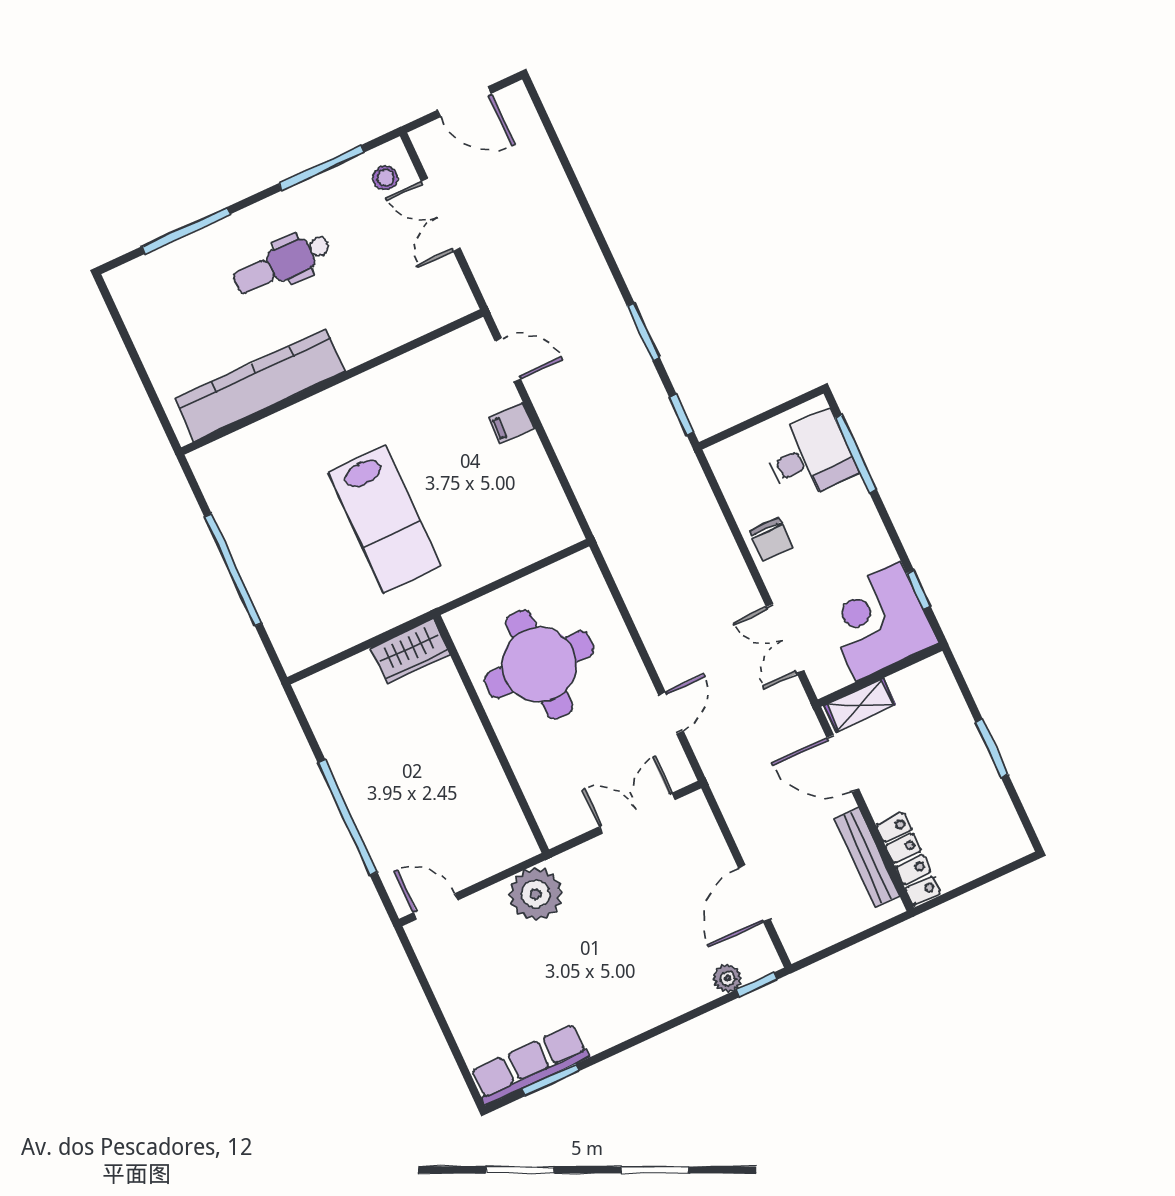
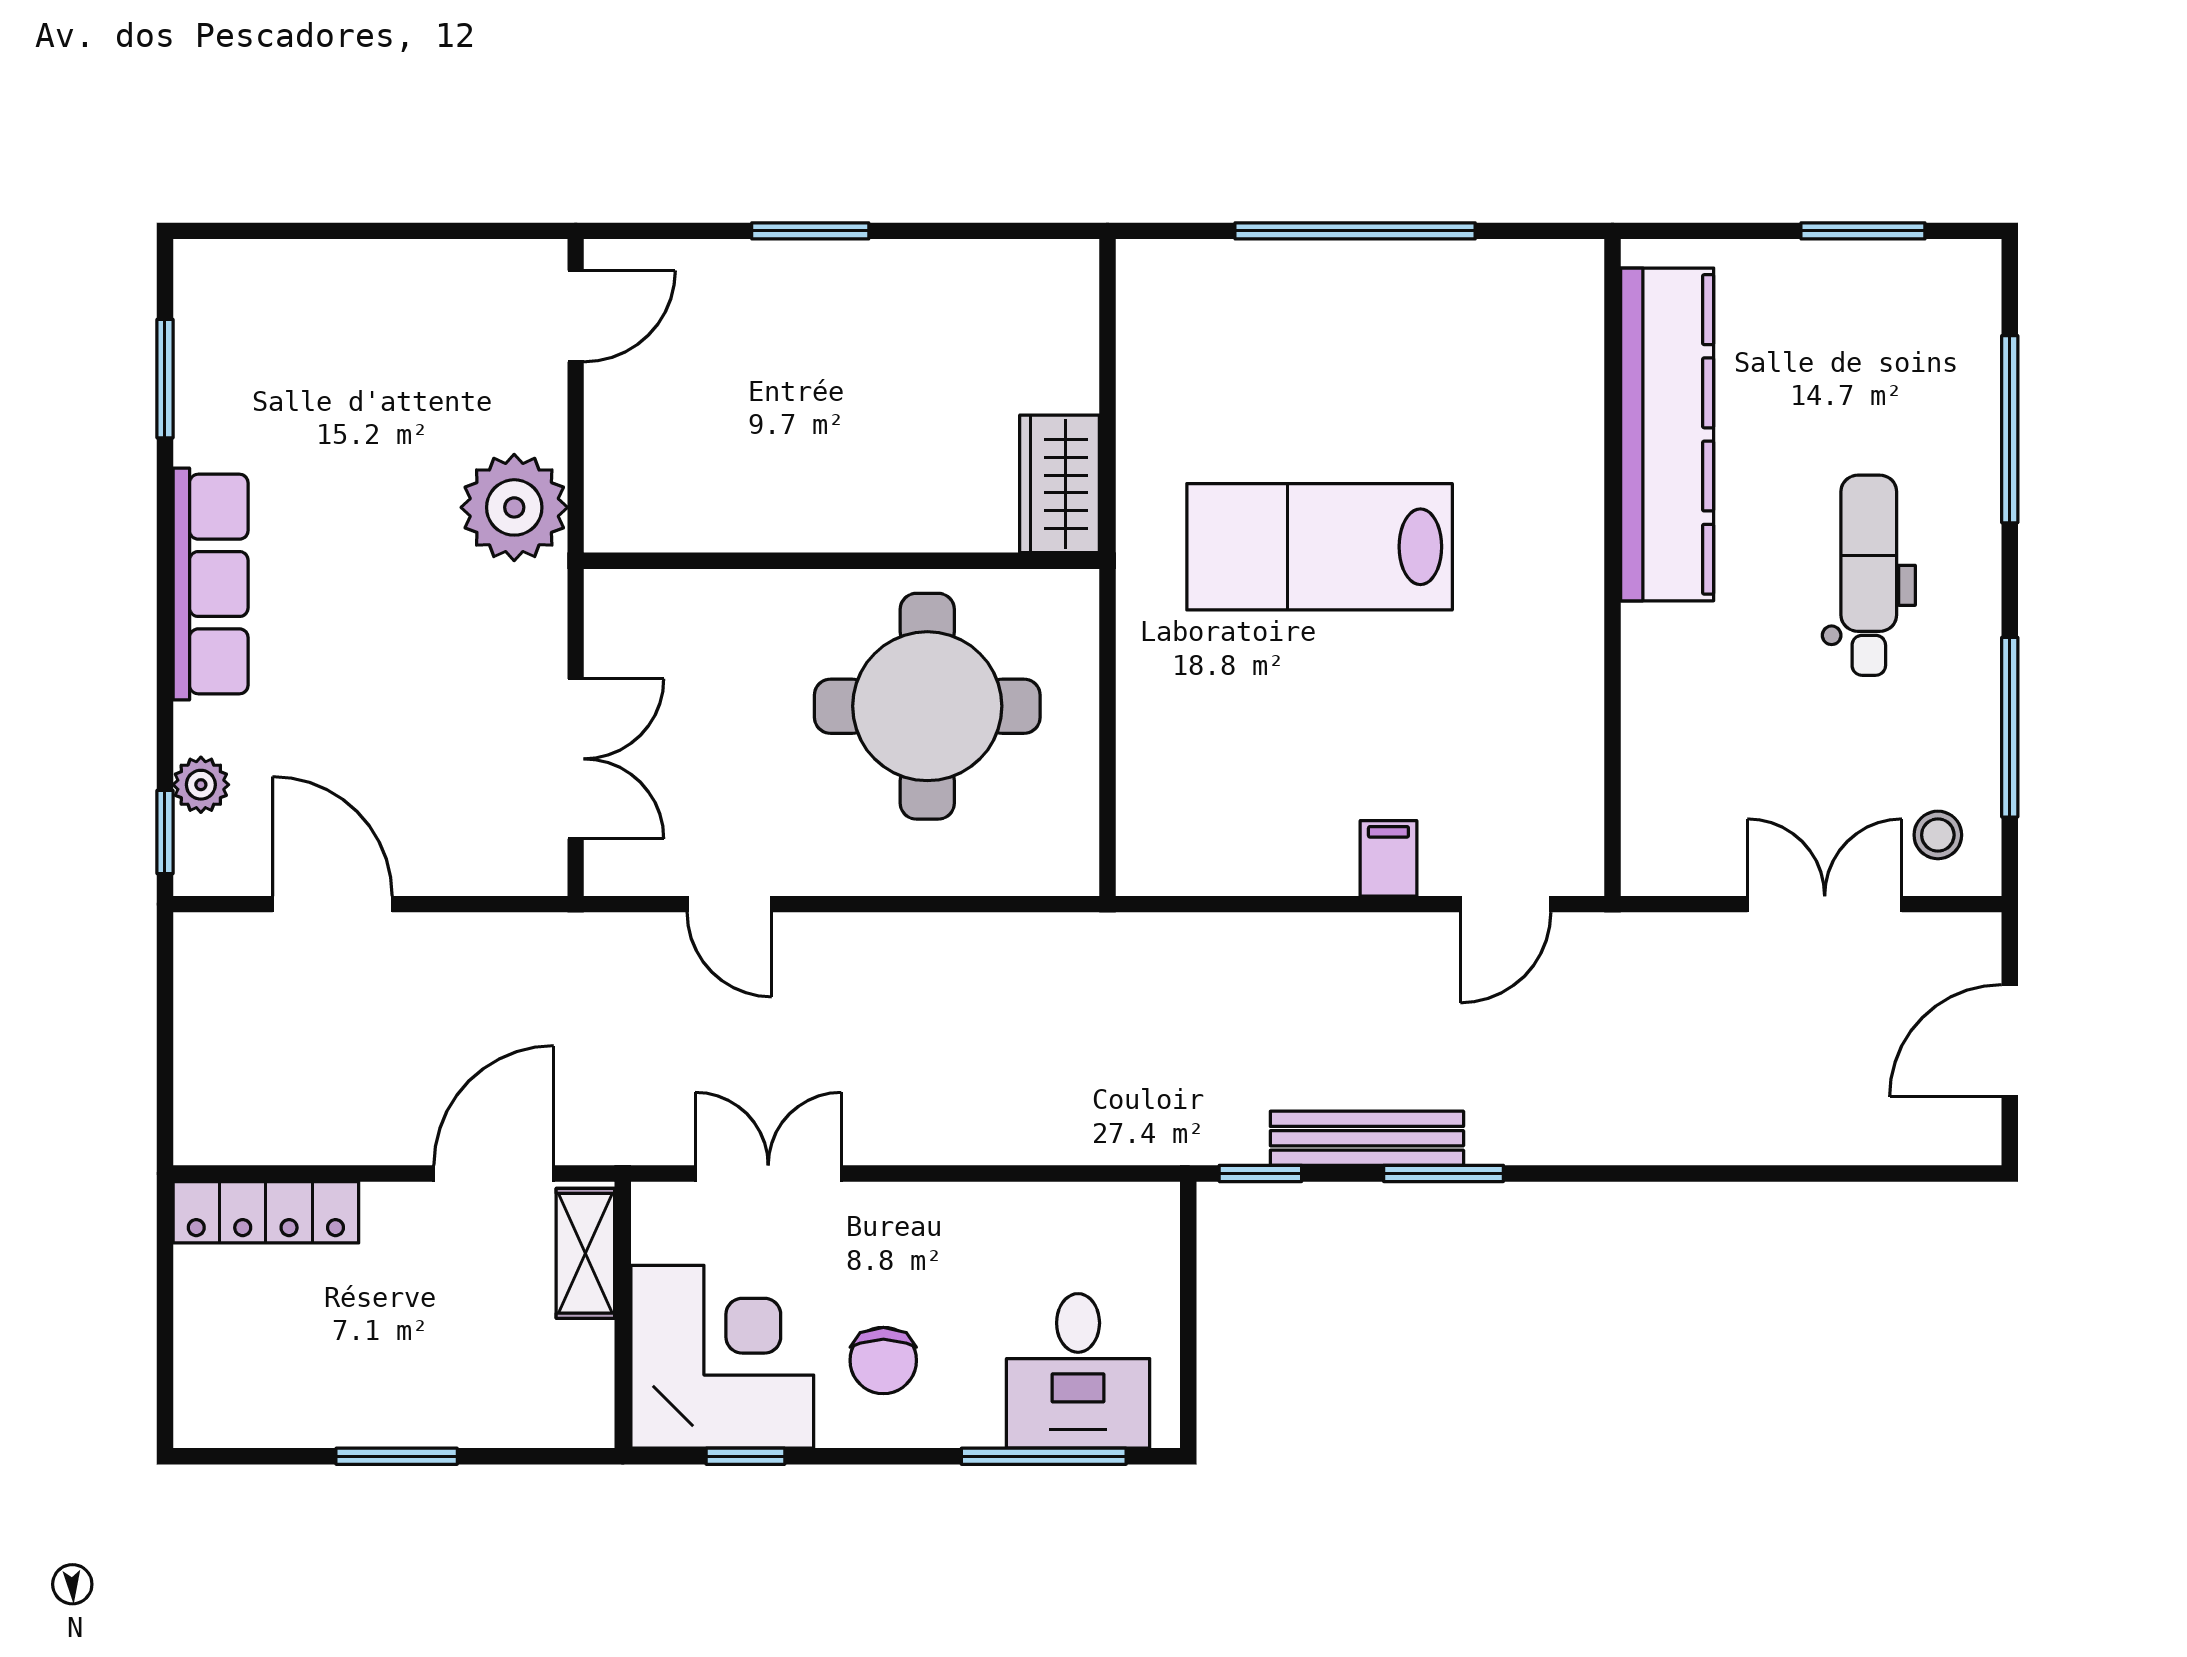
window: (126, 339) -> (1863, 231), added
chair: (771, 539) -> (883, 1360), moved, turned -90
window: (348, 818) -> (810, 231), width x0.47
bench: (867, 857) -> (1367, 1138), moved
row of seats: (530, 1064) -> (211, 584), moved

